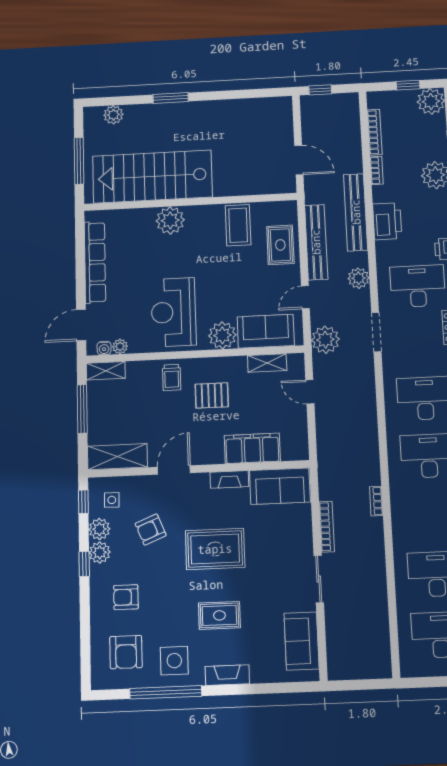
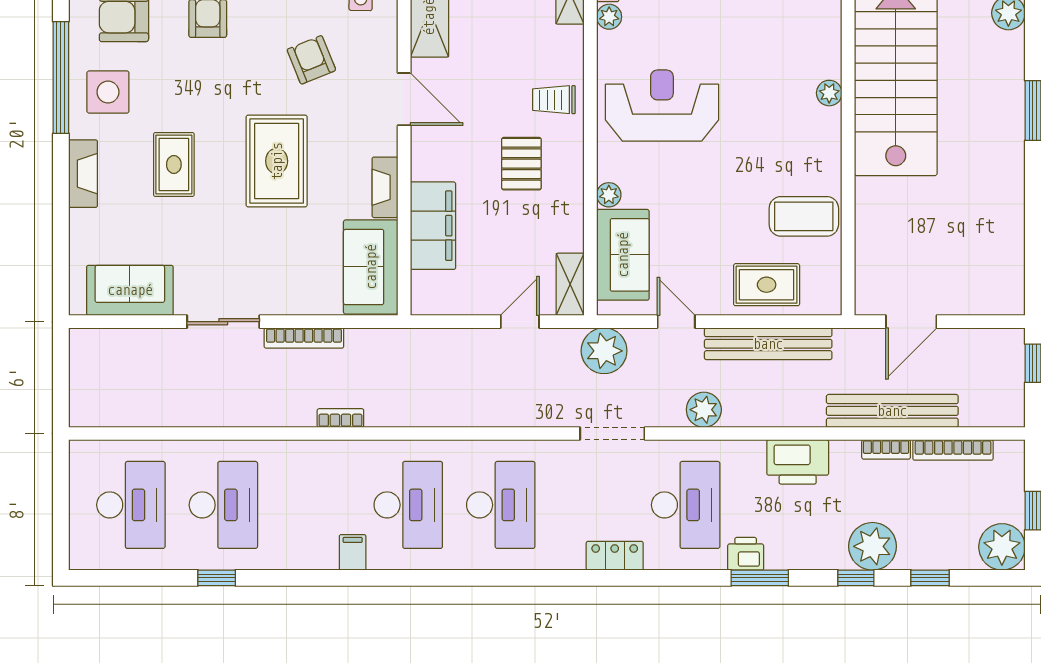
bench: (356, 212) -> (892, 411), moved
plant: (170, 220) -> (829, 93), width x0.53, depth x0.53
plant: (222, 335) -> (609, 195), width x0.53, depth x0.53
shelving: (267, 363) -> (570, 284), moved

